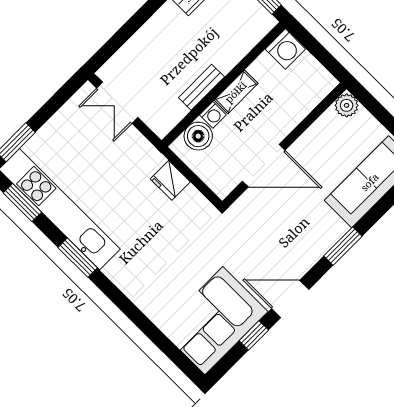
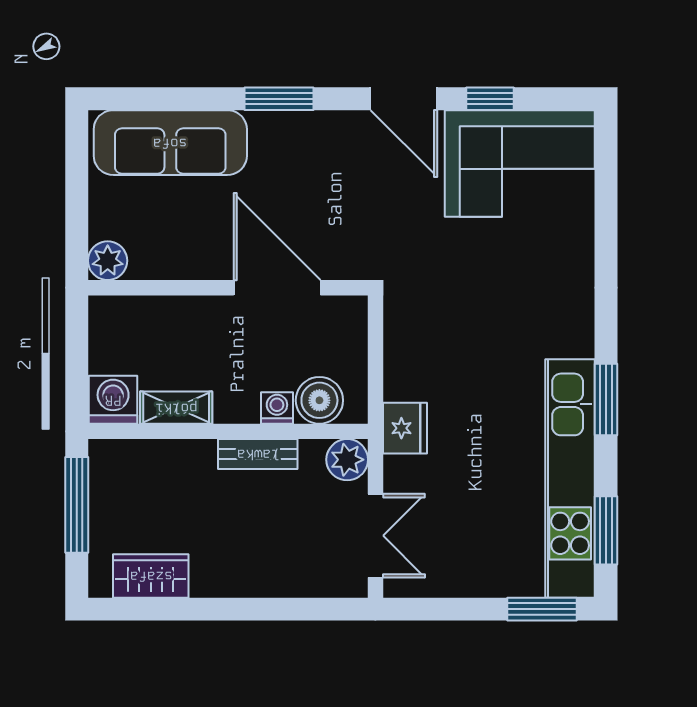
shelving: (236, 92) -> (176, 408), moved
plant: (161, 123) -> (347, 460), added
fridge: (170, 180) -> (405, 428), moved

